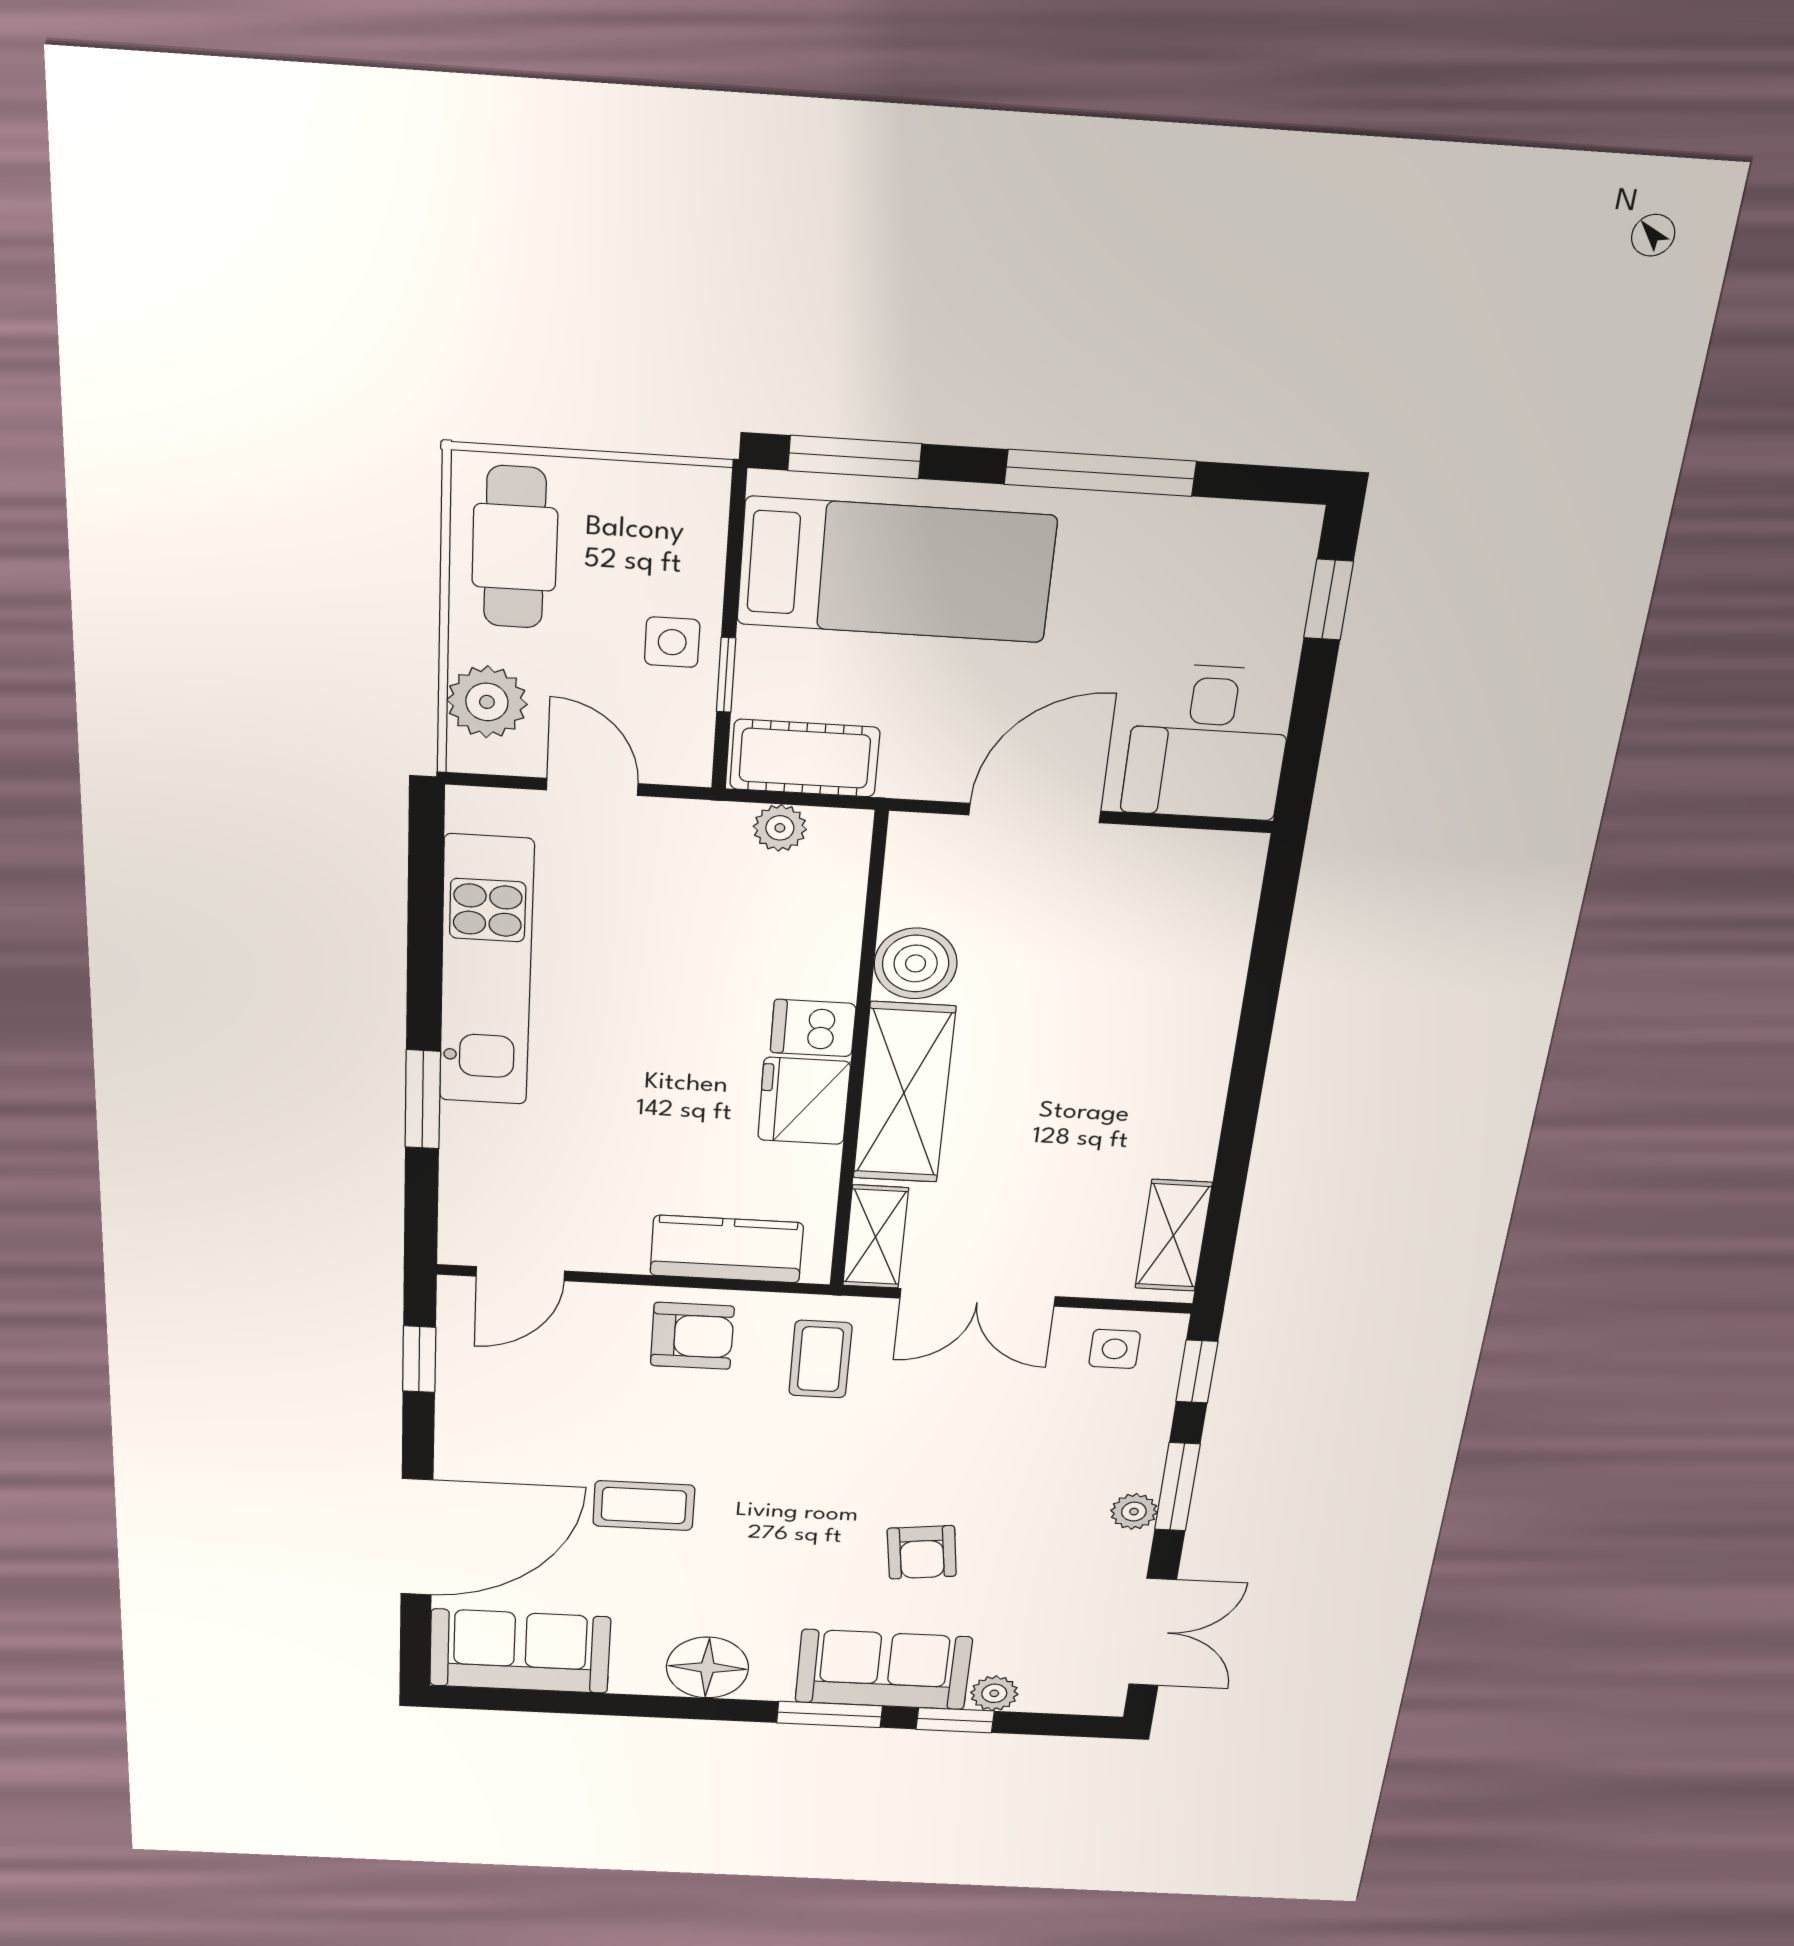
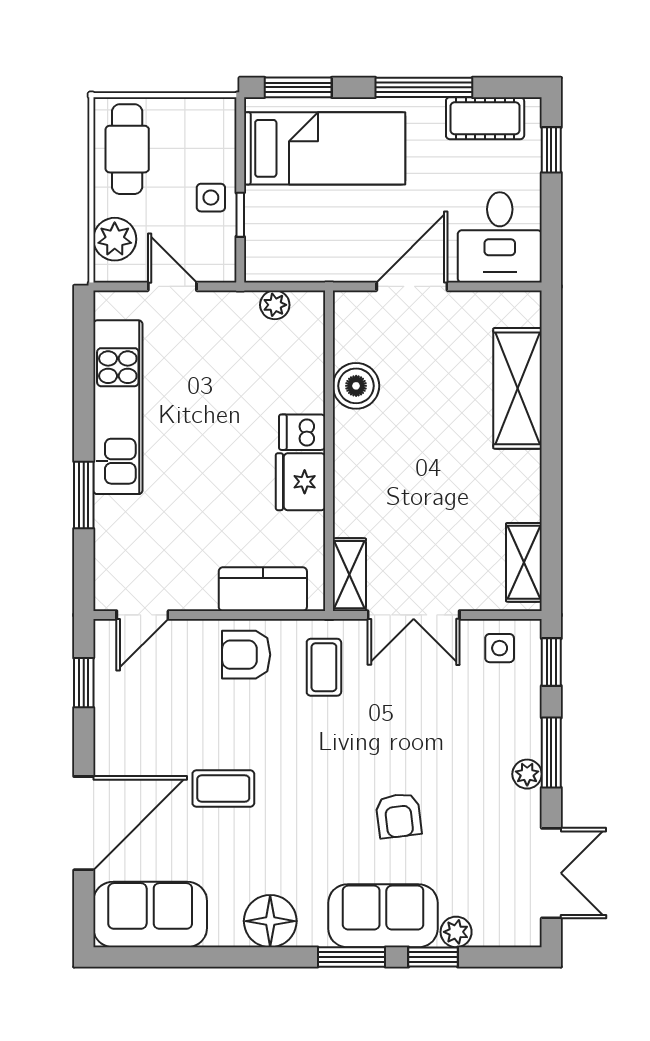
cot: (805, 758) -> (485, 118), moved
shelving: (904, 1093) -> (517, 388), moved
armchair: (692, 1336) -> (246, 655), turned 180

